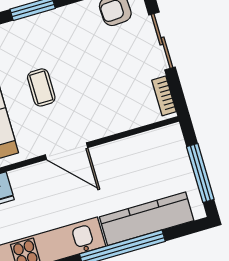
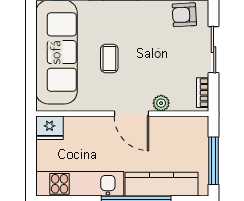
plant: (118, 123) -> (161, 103), added
door: (66, 151) -> (131, 114), moved

